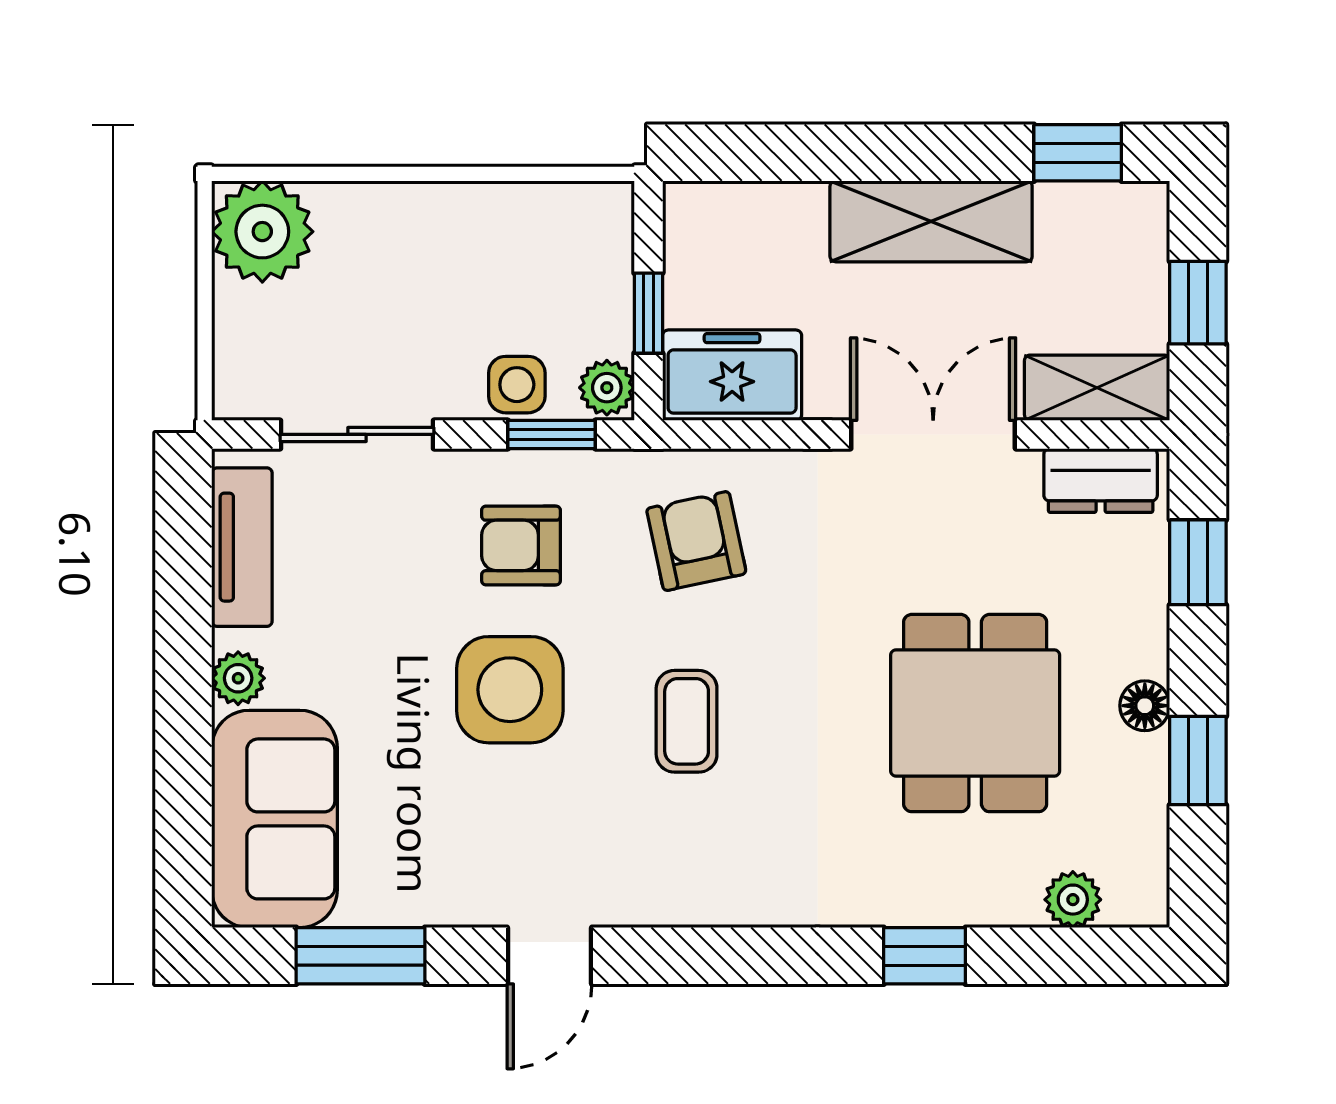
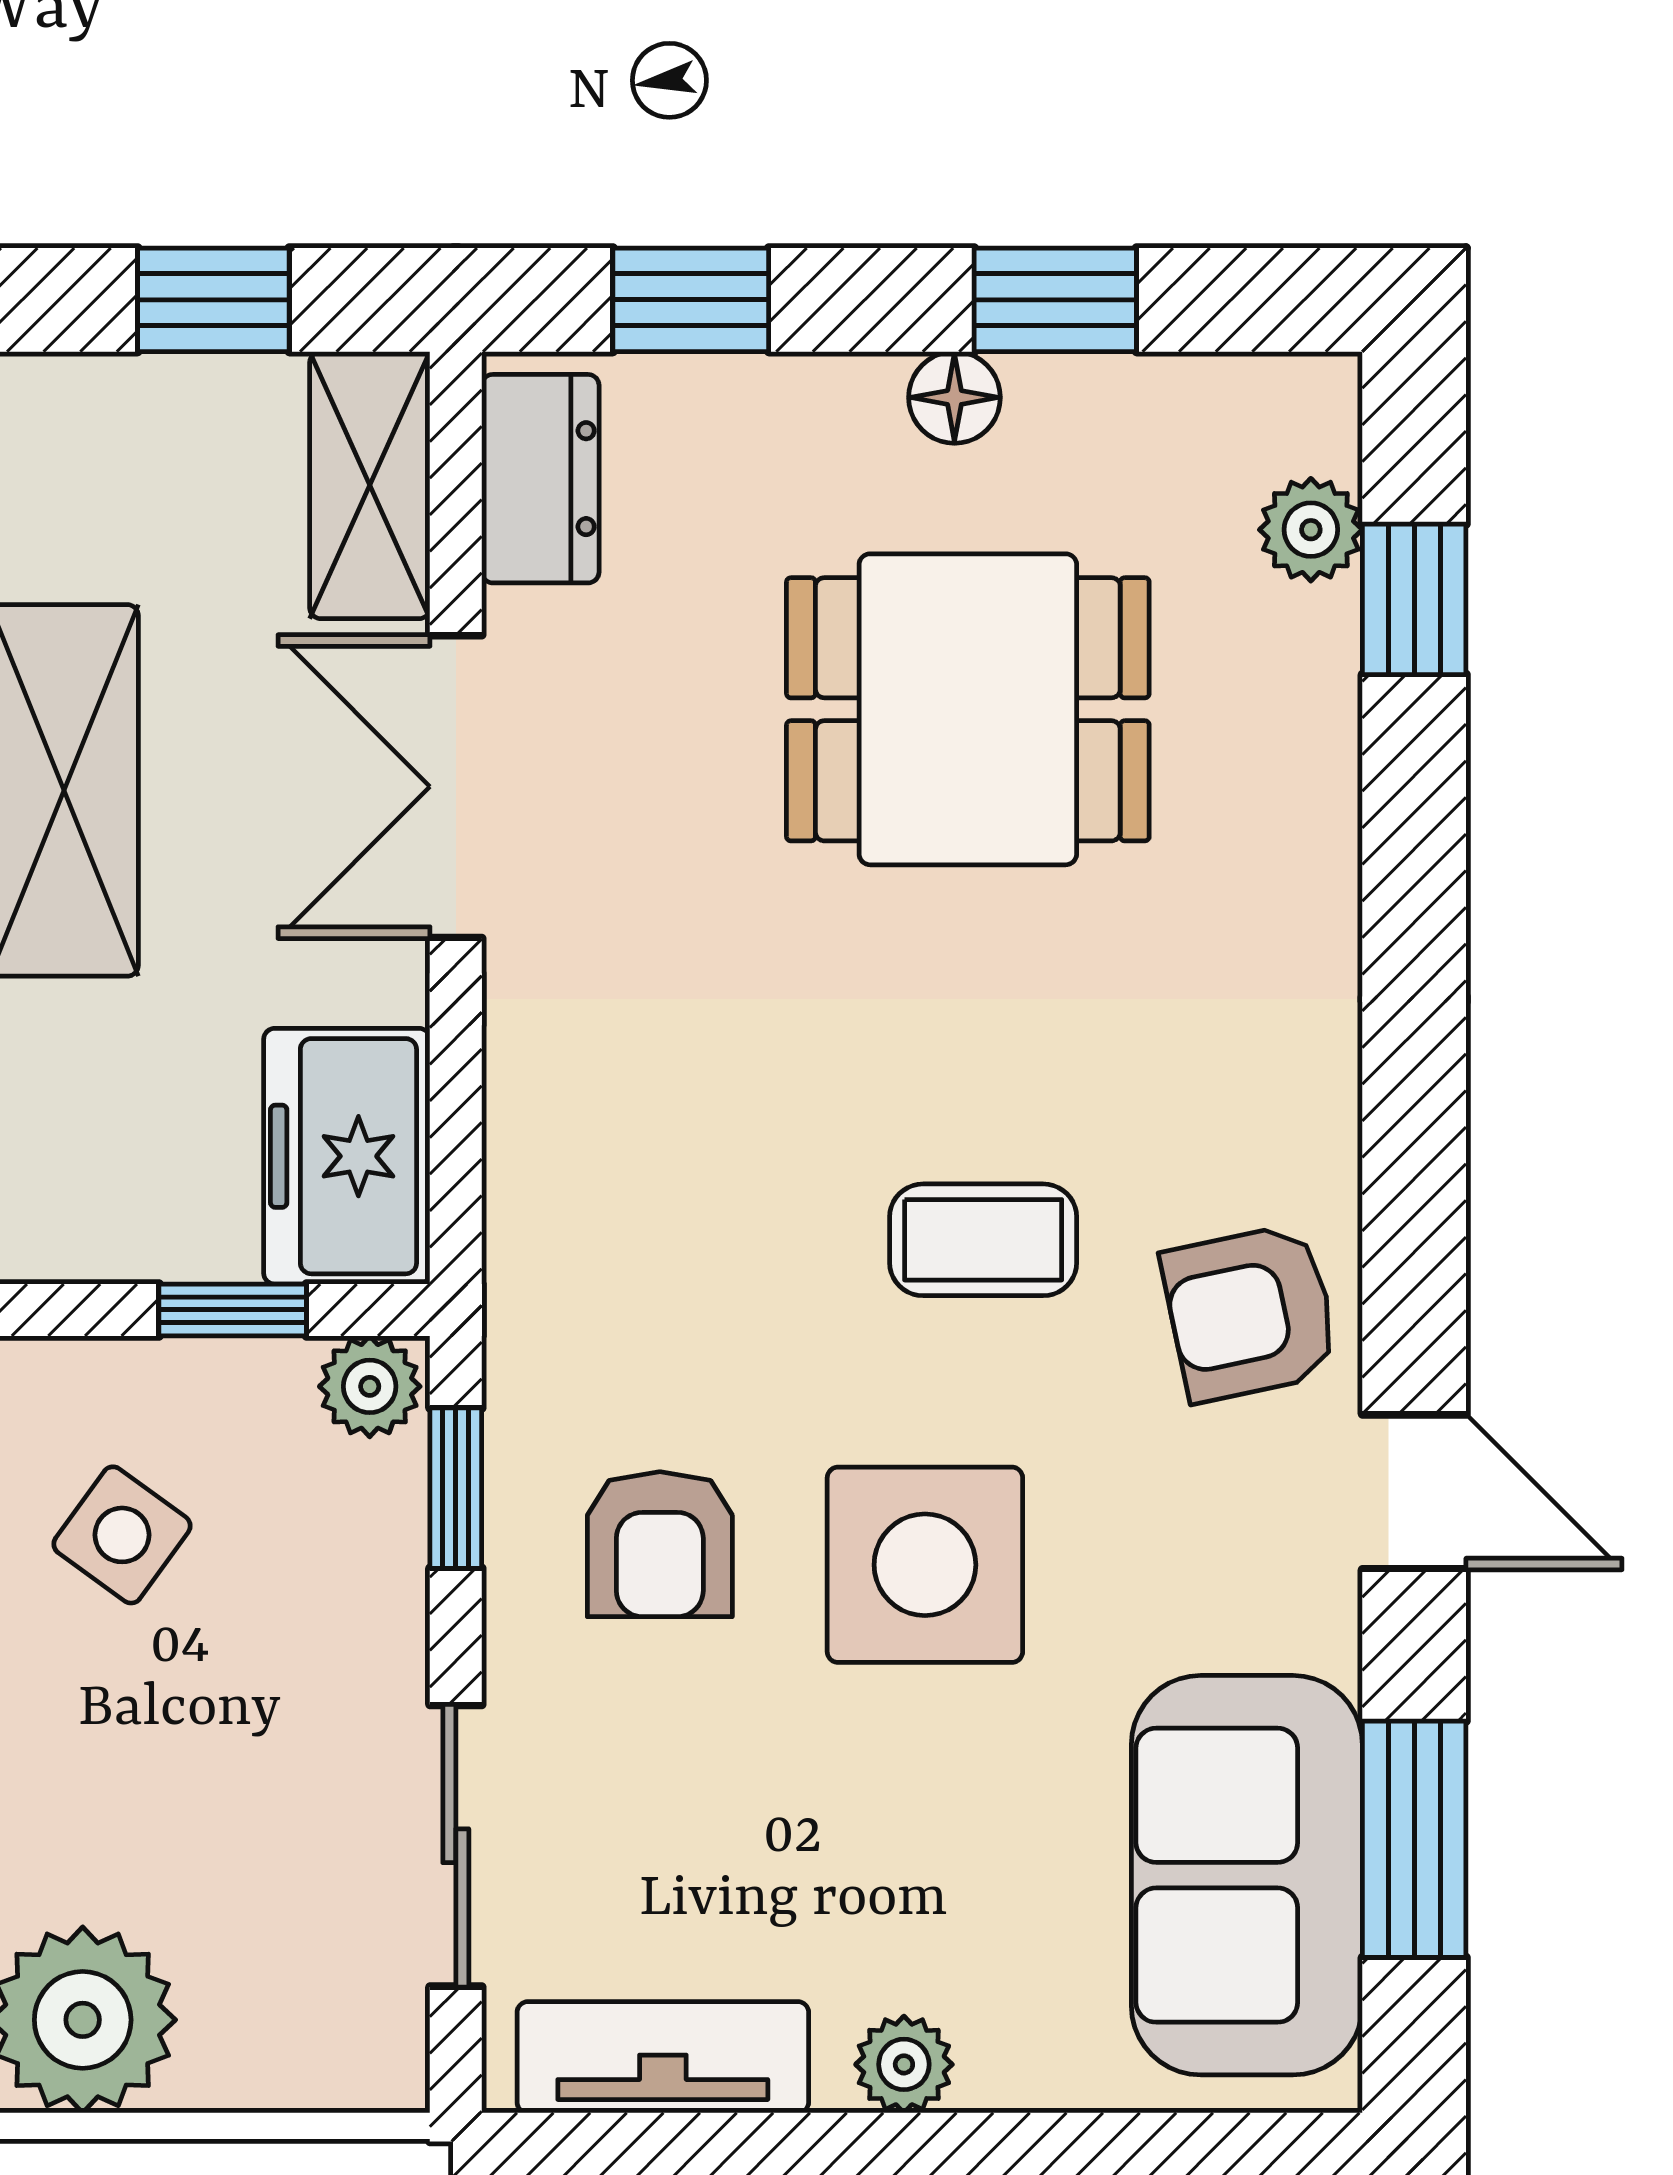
side table: (517, 385) -> (122, 1535), moved, turned 36
armchair: (696, 541) -> (1250, 1313), moved
sofa: (274, 819) -> (1247, 1875), moved, turned -90
window: (925, 956) -> (1414, 599), moved

